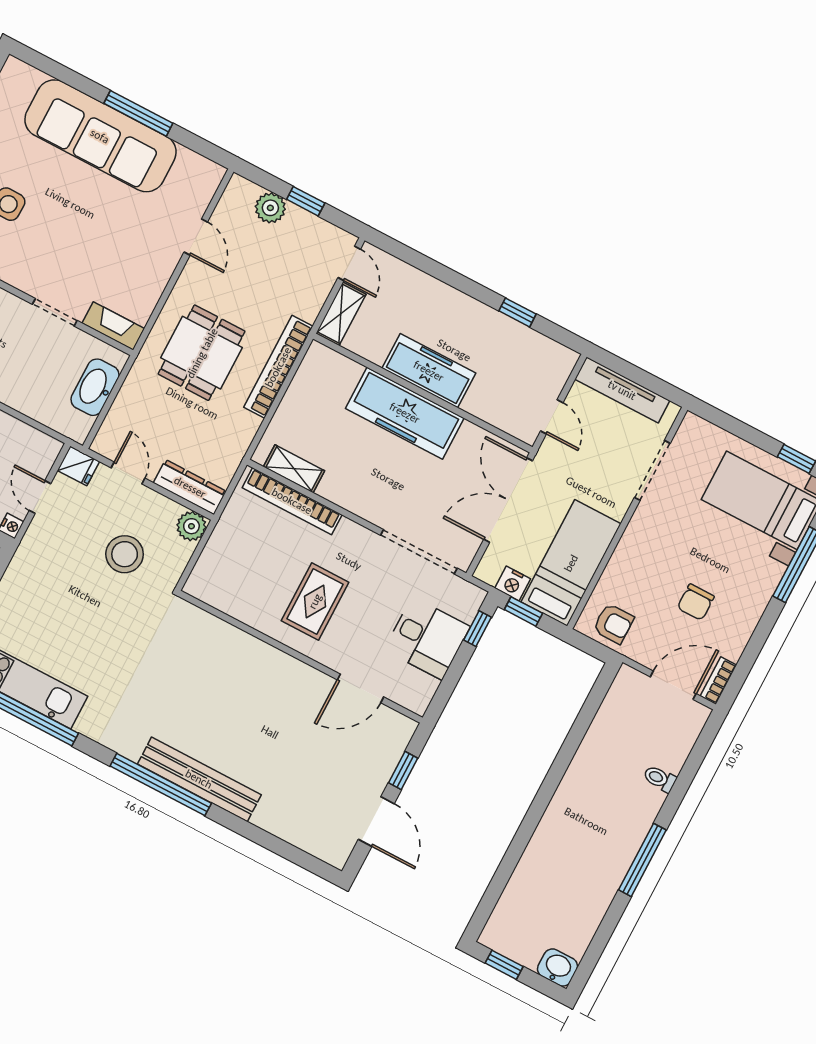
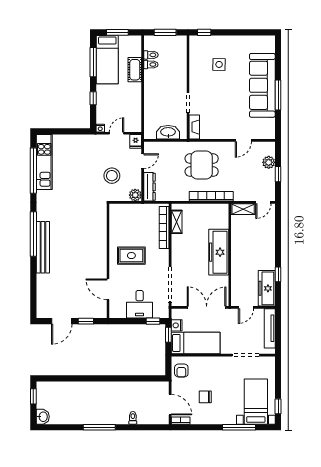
freezer: (429, 371) -> (267, 288), moved, turned 180

